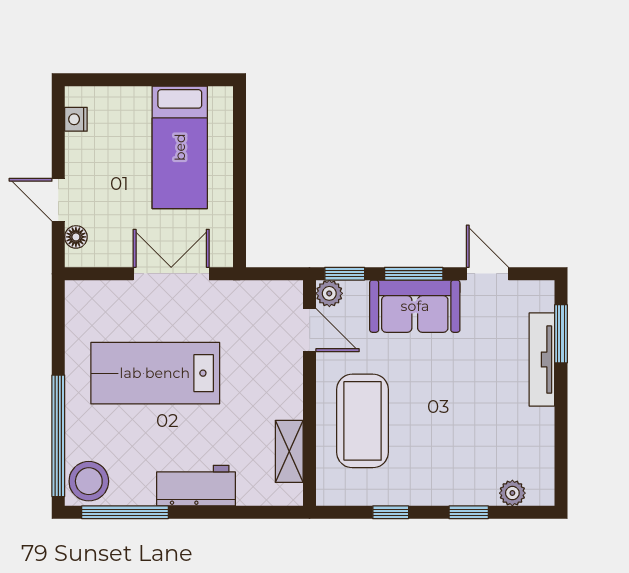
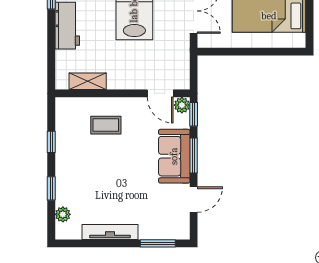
door: (310, 330) -> (160, 93), hinge flipped
tv unit: (542, 360) -> (110, 232), moved
coffee table: (363, 421) -> (106, 125), width x0.54, depth x0.58

